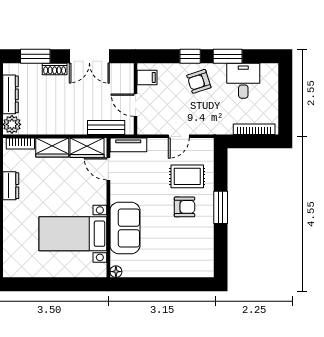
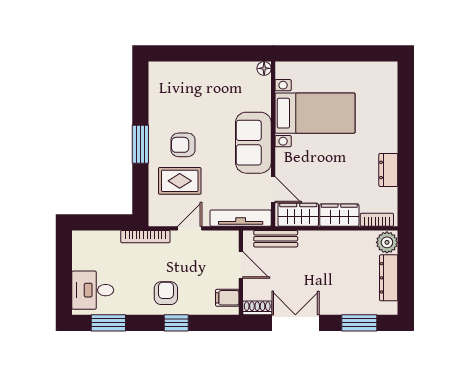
window: (228, 56) -> (108, 323), moved
shoe rack: (55, 69) -> (257, 308), moved
armchair: (199, 81) -> (166, 293), turned -72
desk: (243, 81) -> (93, 290), moved, turned 90
bookcase: (254, 129) -> (145, 237), moved
tv unit: (128, 145) -> (241, 218), width x1.41
sofa: (125, 228) -> (253, 143), moved

